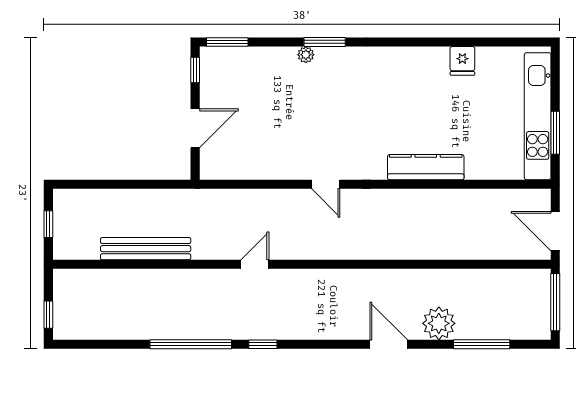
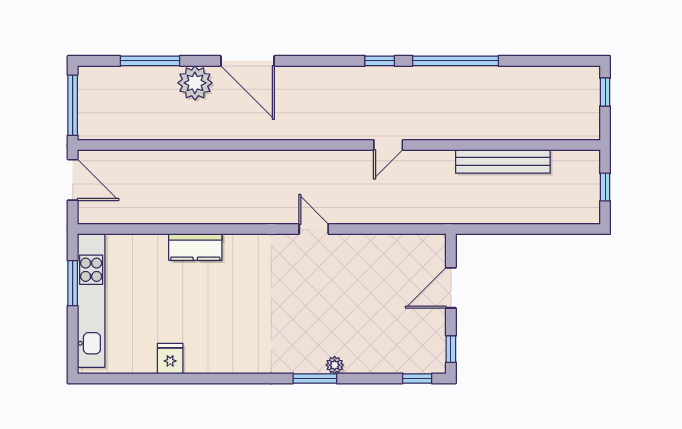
window: (227, 42) -> (417, 378), width x0.67
kitchen counter: (426, 167) -> (195, 247), width x0.67
door: (389, 344) -> (248, 61), width x1.36

